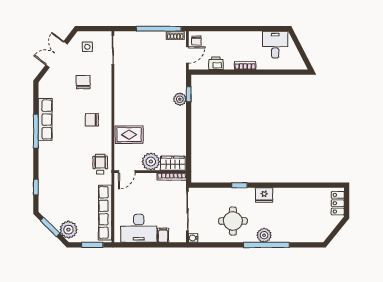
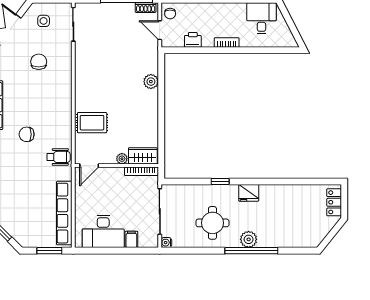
door: (187, 55) -> (160, 30), swing flipped
window: (189, 94) -> (161, 76), removed
chair: (92, 120) -> (27, 134), moved
plant: (151, 162) -> (122, 159), width x0.53, depth x0.53
wheelchair: (100, 164) -> (58, 157), turned 90
plant: (68, 230) -> (22, 233), removed

